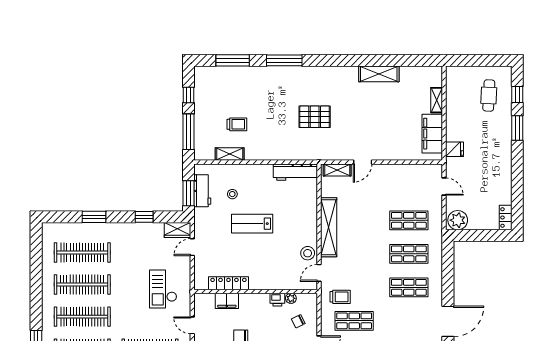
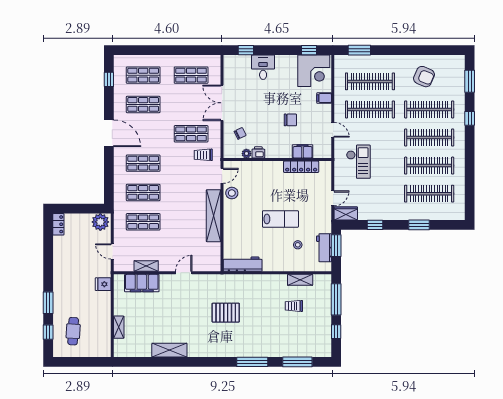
filing cabinet: (432, 134) -> (142, 283), moved, turned 90
shelving: (337, 170) -> (146, 266), moved
door: (448, 321) -> (109, 133), swing flipped

